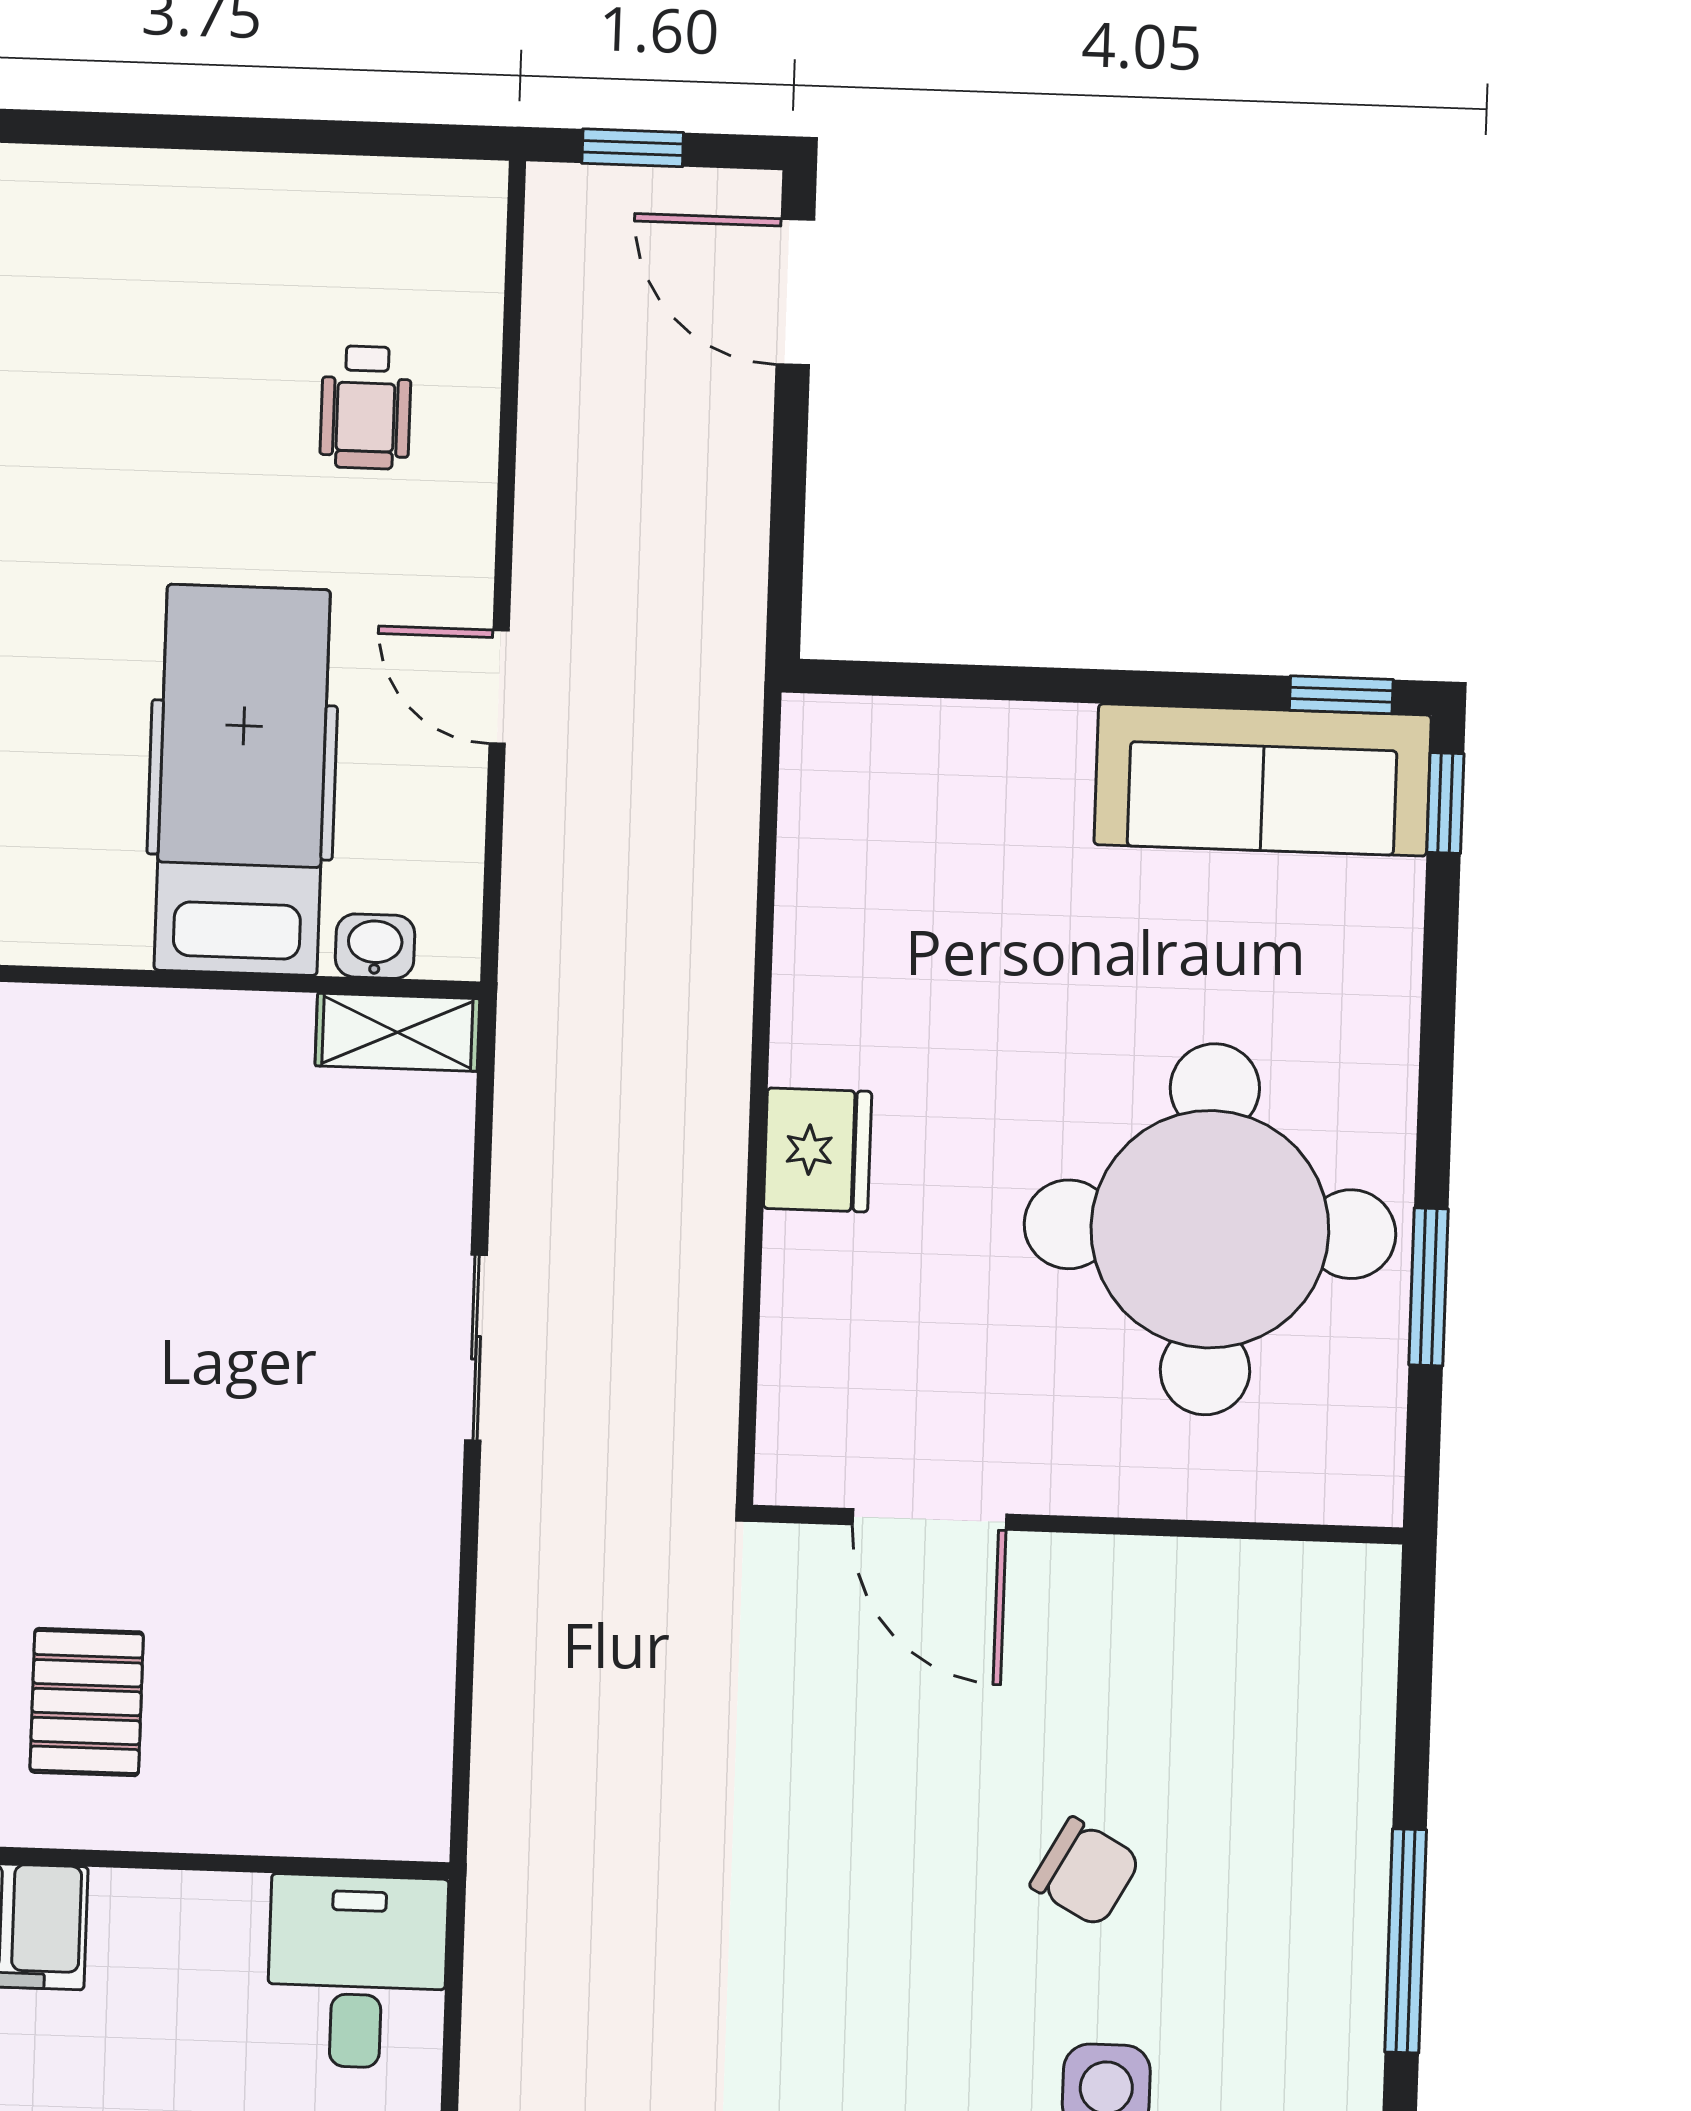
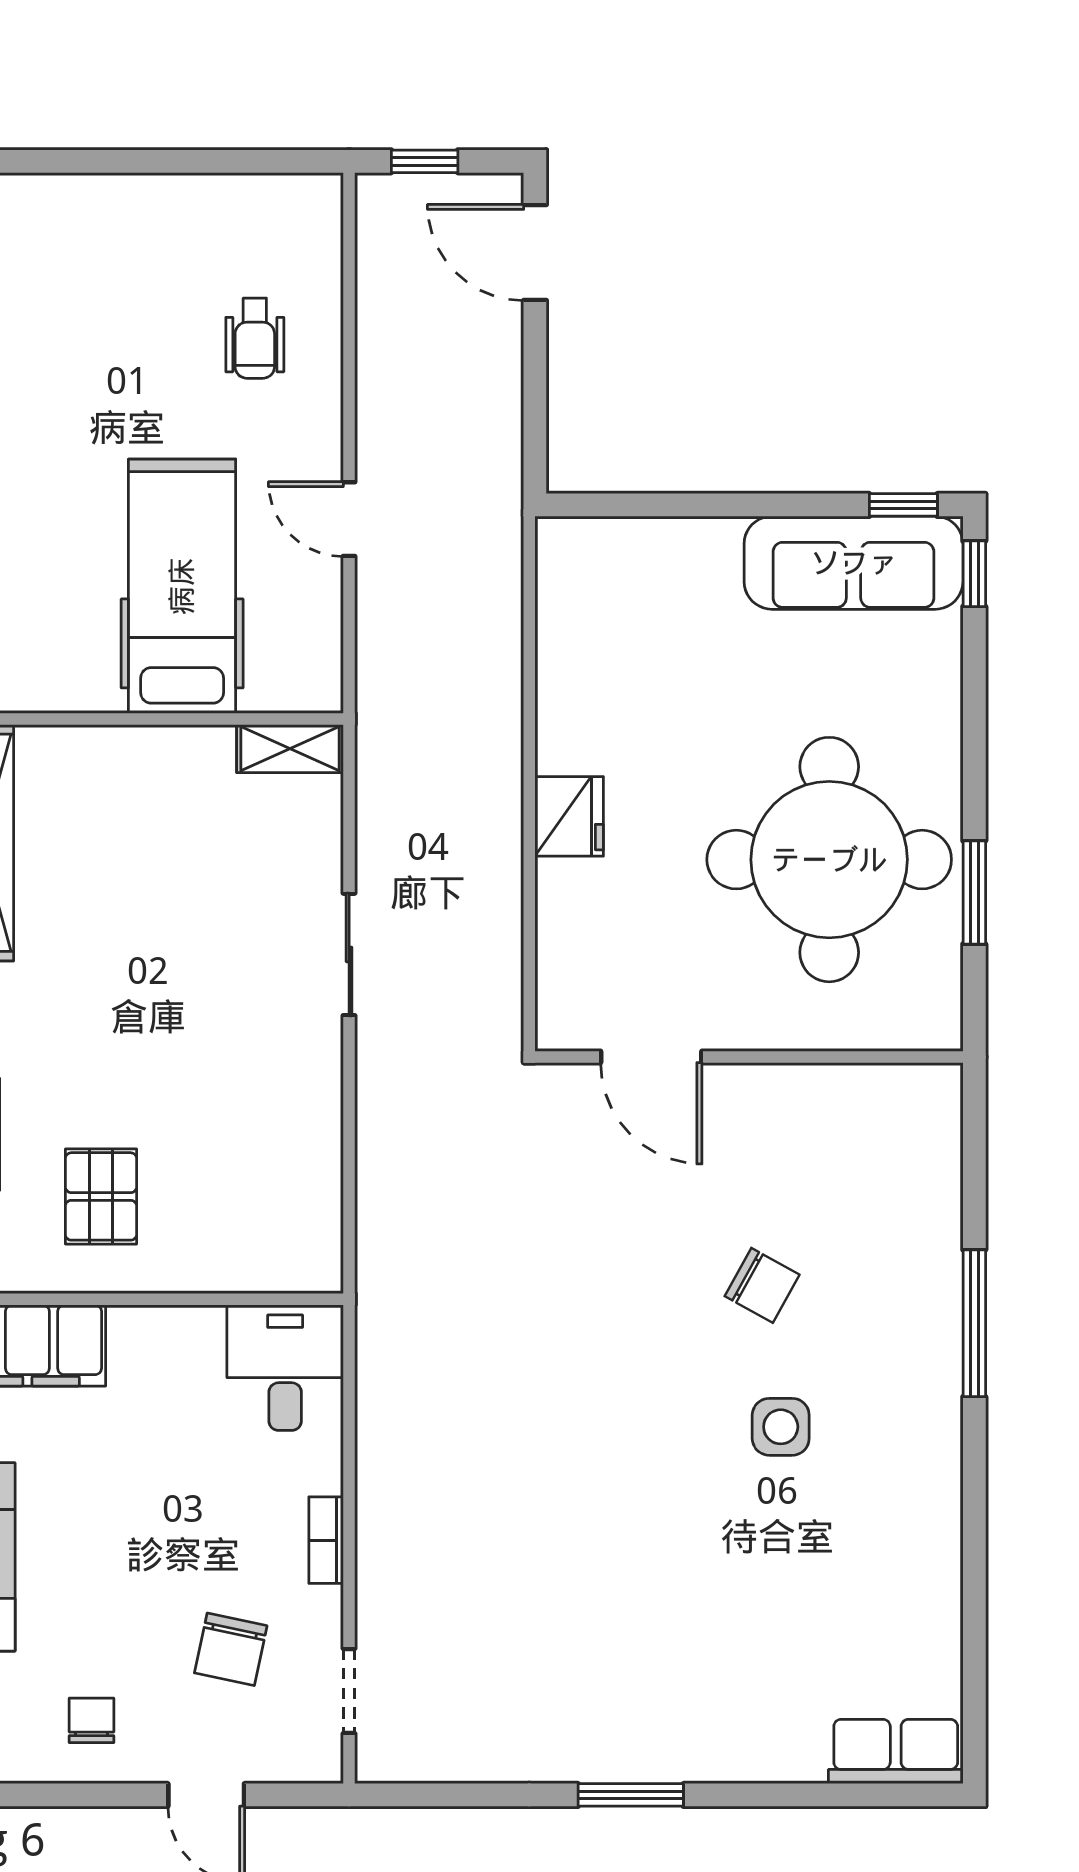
washbasin: (375, 946) -> (273, 693), removed

